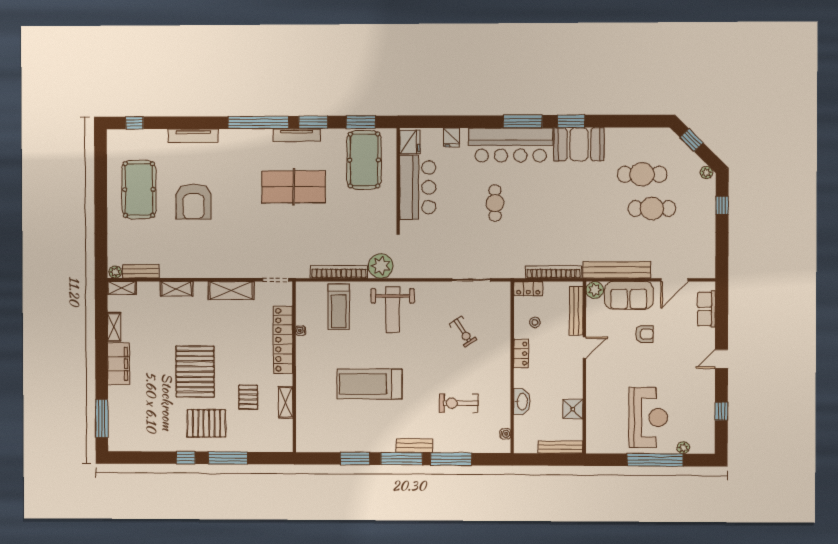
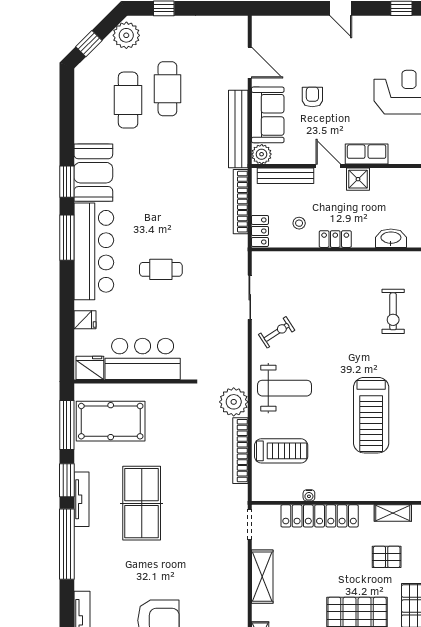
window: (361, 122) -> (67, 425), width x1.44
plant: (706, 173) -> (126, 35), width x1.88, depth x1.88
row of seats: (706, 309) -> (367, 154), moved, turned 180
exercise bike: (463, 332) -> (277, 332), moved
shower: (573, 409) -> (358, 179), moved

